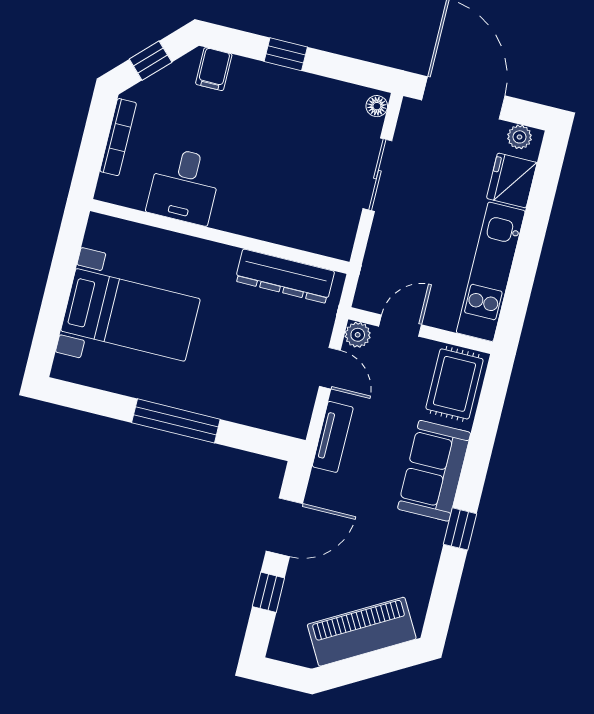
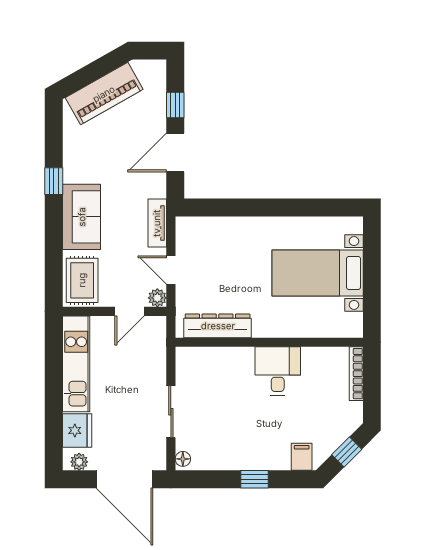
bookcase: (118, 137) -> (356, 374), moved
desk: (184, 186) -> (278, 371), moved
window: (176, 421) -> (268, 208), removed

